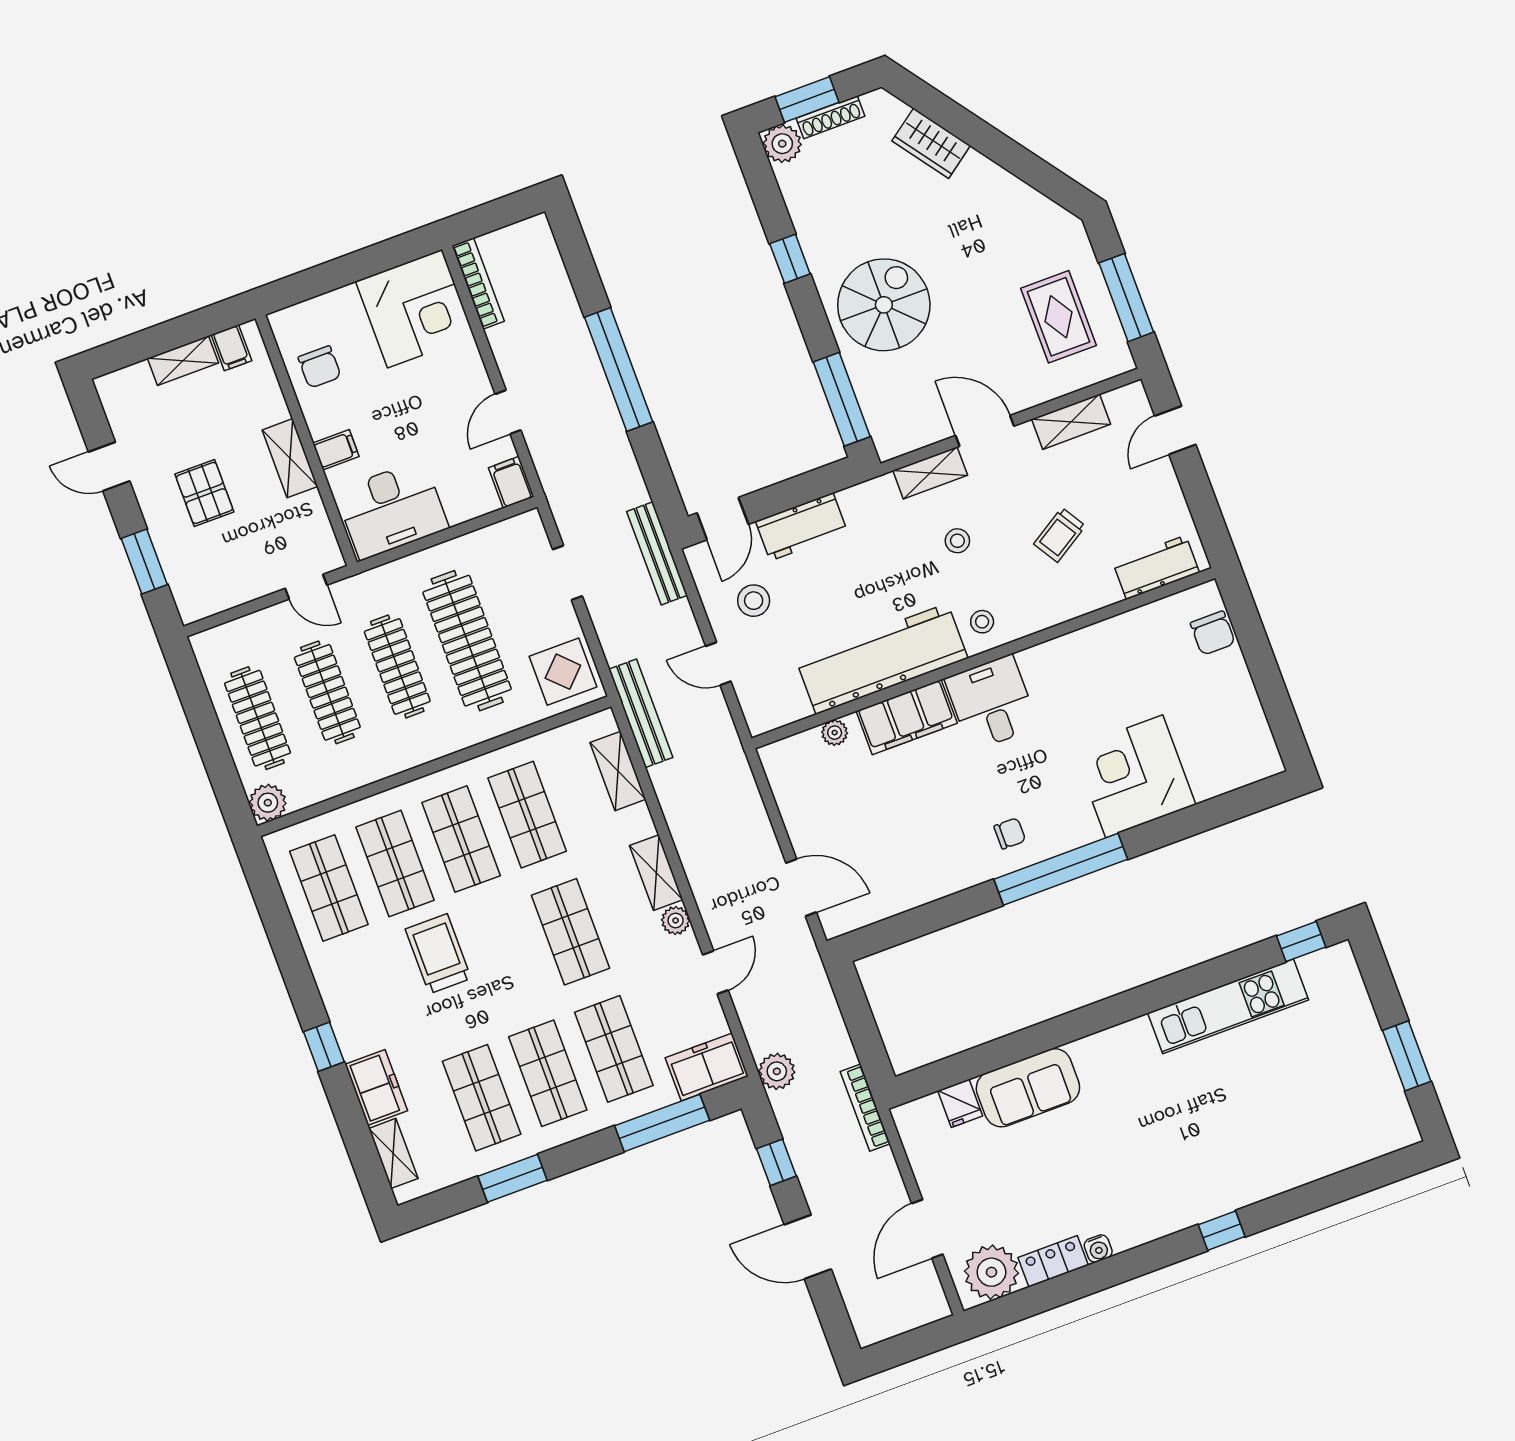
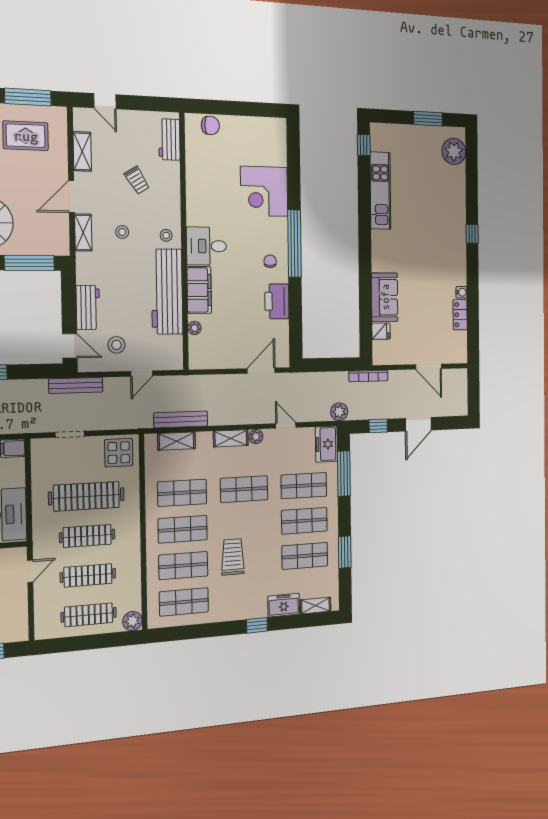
bench: (641, 713) -> (181, 419), moved
printer: (940, 873) -> (277, 301), added
trolley: (438, 954) -> (233, 557), turned 90
plant: (991, 1272) -> (454, 151), moved

